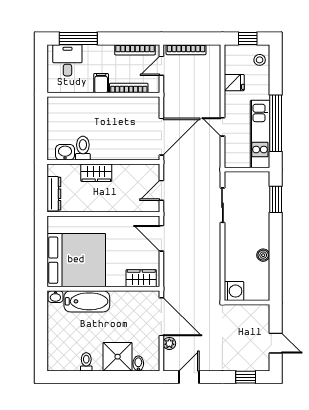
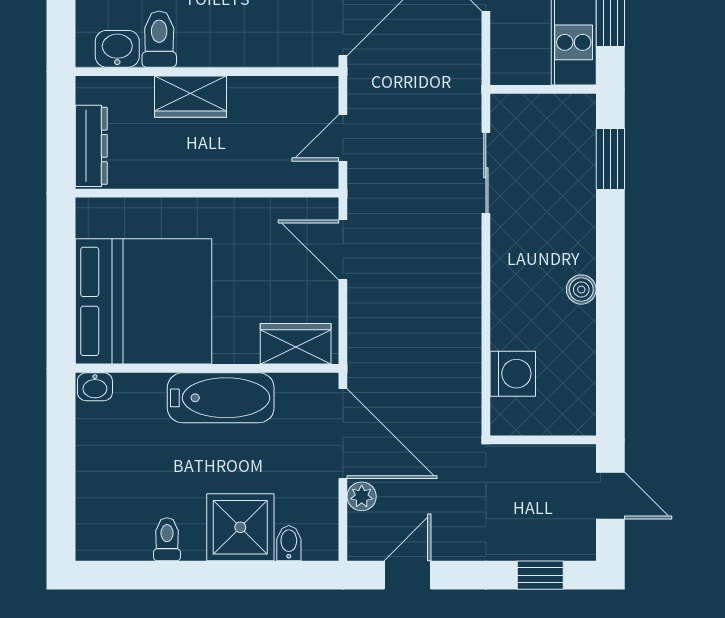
bathtub: (87, 301) -> (221, 398), moved
wall: (247, 303) -> (543, 440), moved

